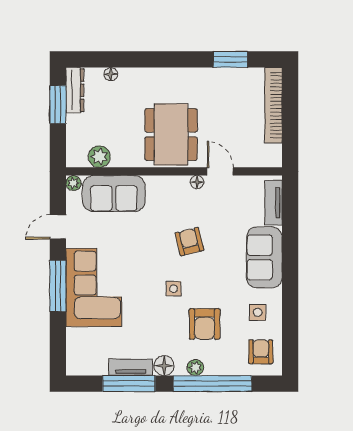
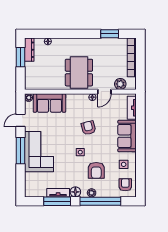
plant: (99, 157) -> (120, 84), moved
door: (220, 171) -> (104, 92), swing flipped

